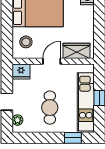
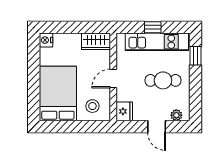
wardrobe: (77, 51) -> (96, 41), moved, turned -90
door: (52, 61) -> (113, 79), hinge flipped

